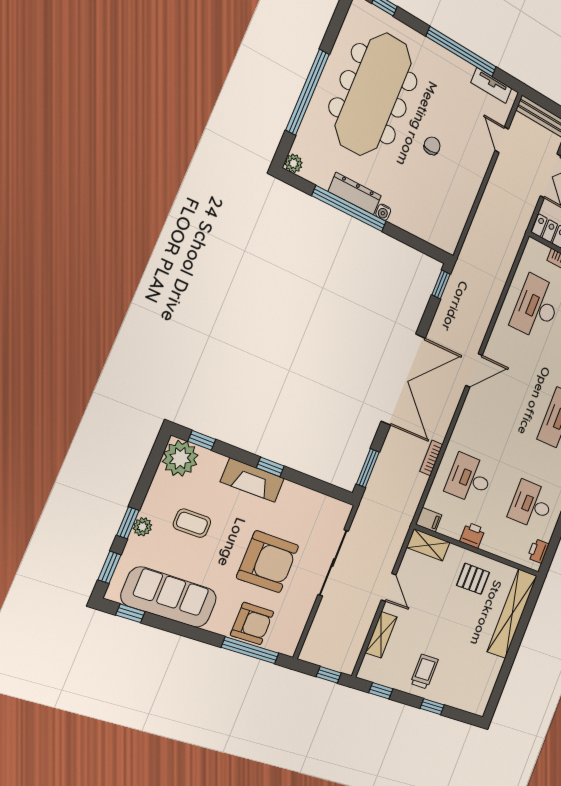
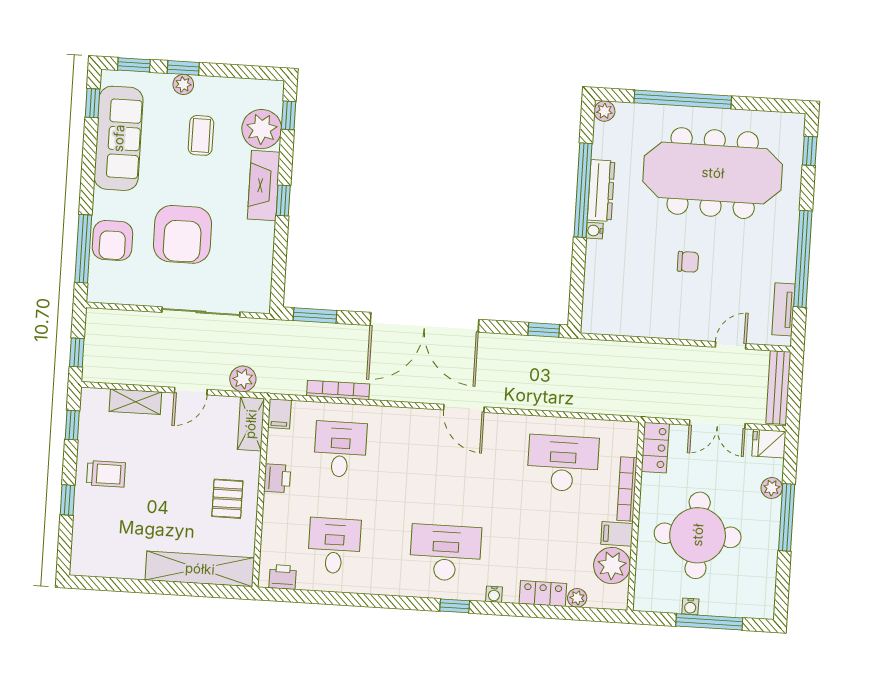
plant: (180, 458) -> (262, 129), moved
bookcase: (431, 458) -> (338, 390), width x1.56
plant: (394, 542) -> (243, 379), added

